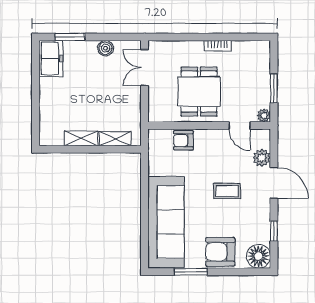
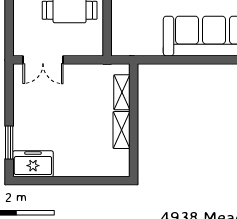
boiler: (106, 48) -> (22, 103), removed
armchair: (183, 140) -> (124, 17), removed

